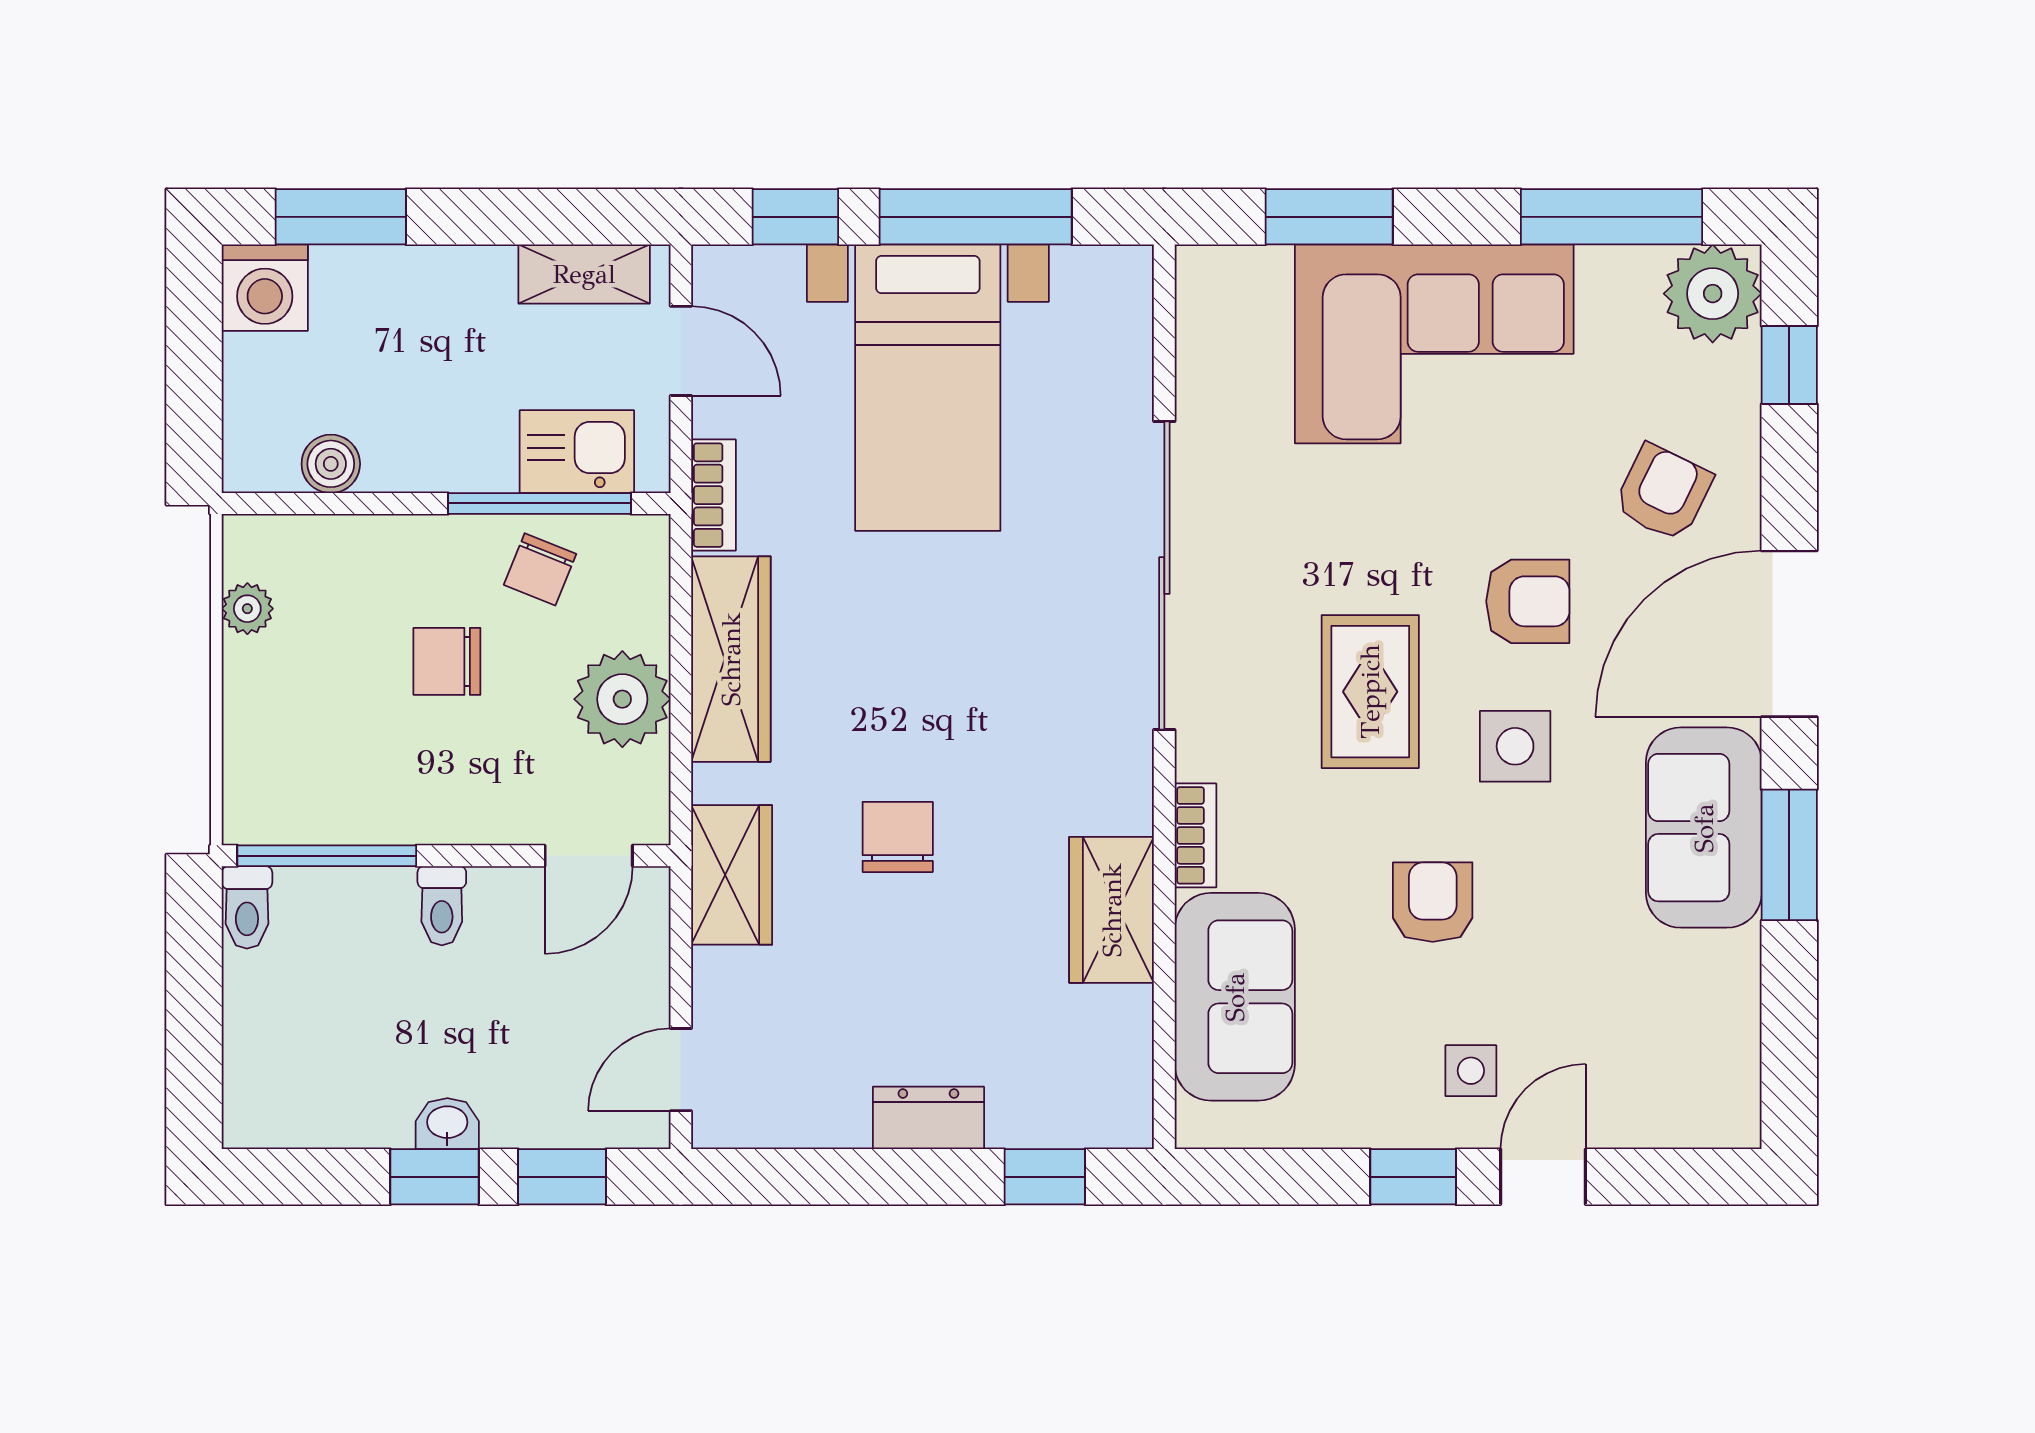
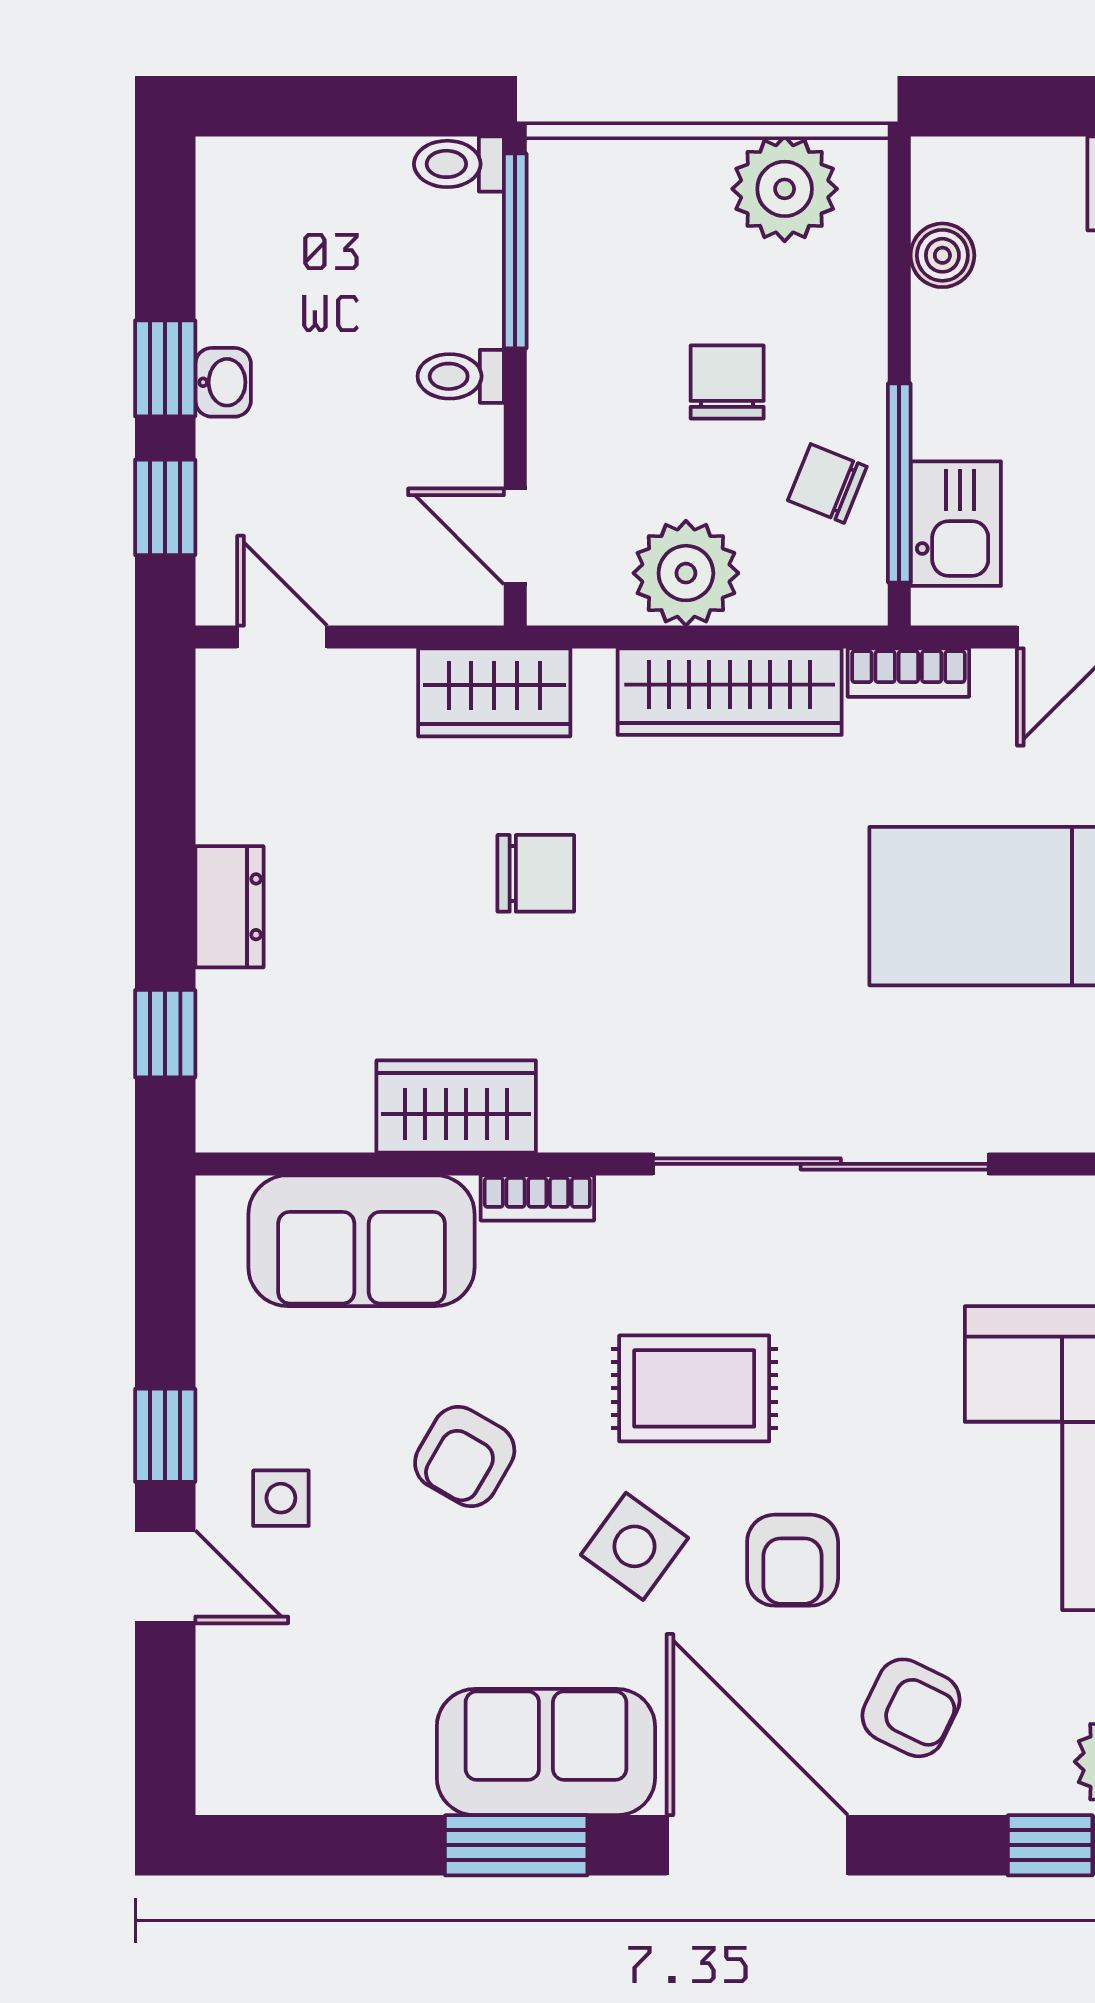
plant: (247, 609) -> (785, 189), width x1.87, depth x1.87
side table: (1515, 746) -> (635, 1546), turned 36
armchair: (1433, 902) -> (465, 1457), turned 120

